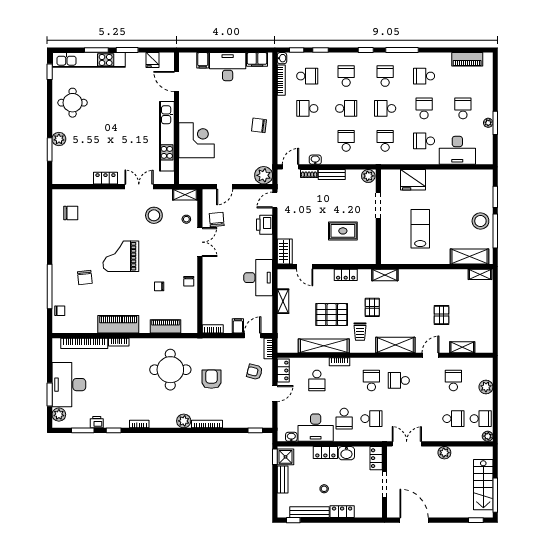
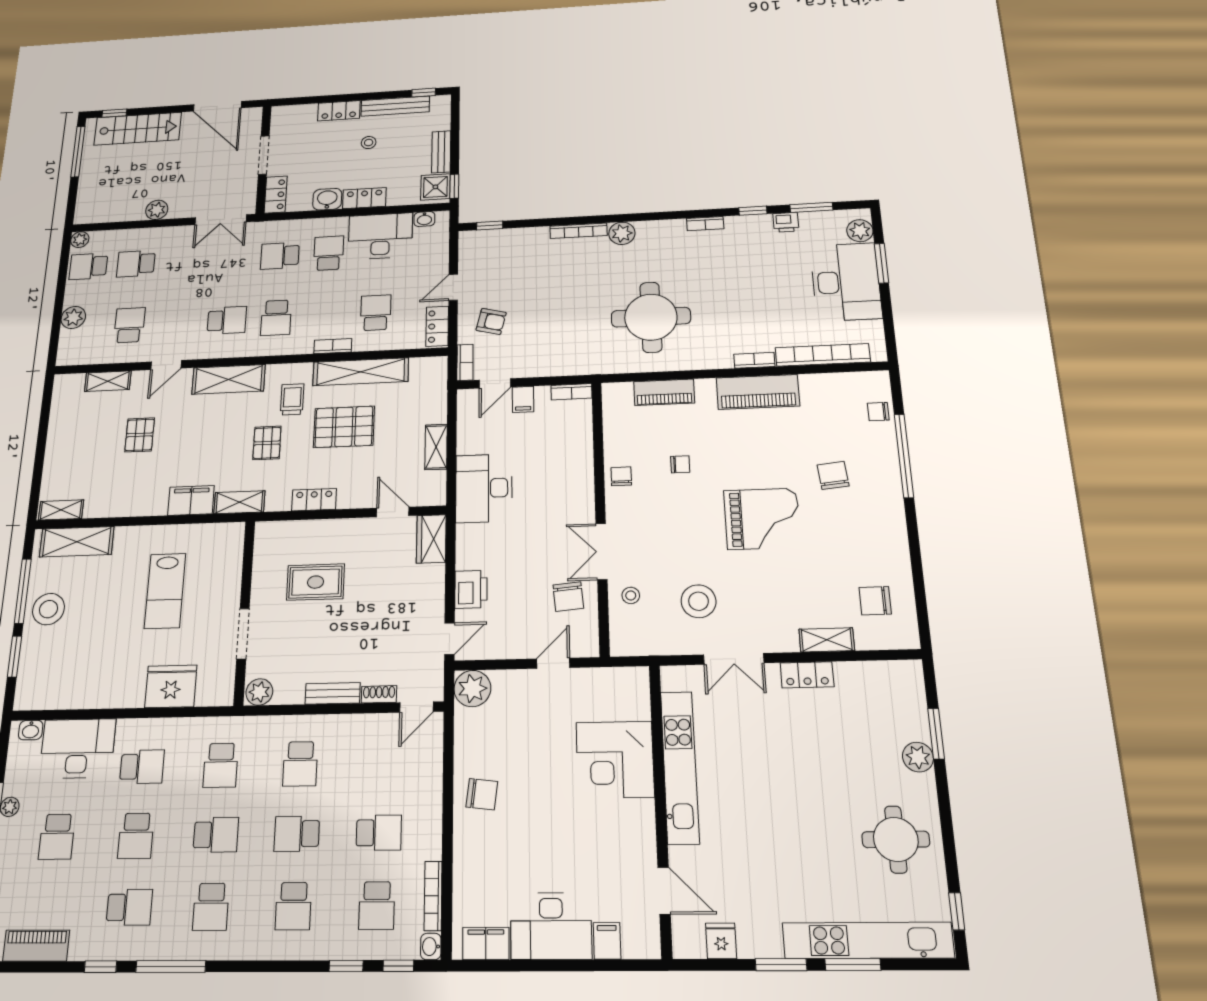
window: (366, 50) -> (100, 967), moved
school desk: (307, 76) -> (377, 905), turned -90
washbasin: (315, 160) -> (31, 730), moved
shelving: (185, 195) -> (827, 640), moved
filing cabinet: (411, 277) -> (191, 500), added
armchair: (211, 379) -> (572, 305), removed
school desk: (453, 380) -> (129, 325), turned 180
stairs: (483, 485) -> (138, 129), moved, turned 90

